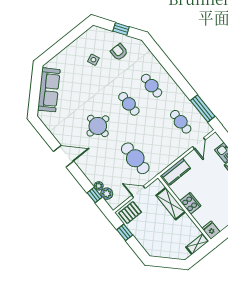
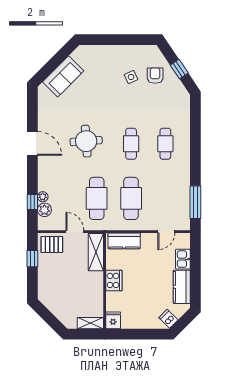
armchair: (119, 52) -> (155, 76), moved
sofa: (49, 90) -> (63, 76), width x0.73
cafe table: (181, 122) -> (131, 198), moved, width x1.37, depth x1.35
shelving: (171, 204) -> (96, 252), moved

